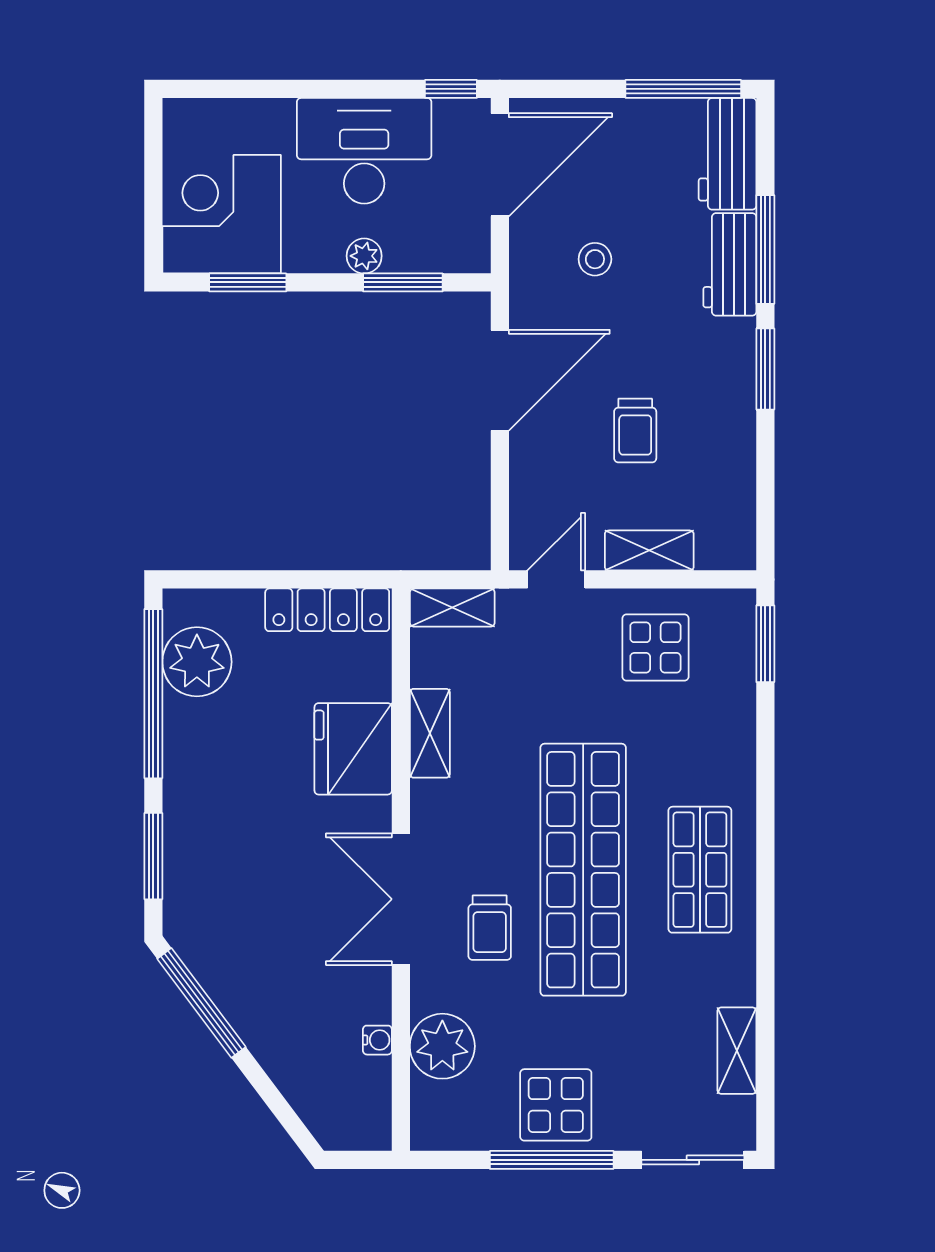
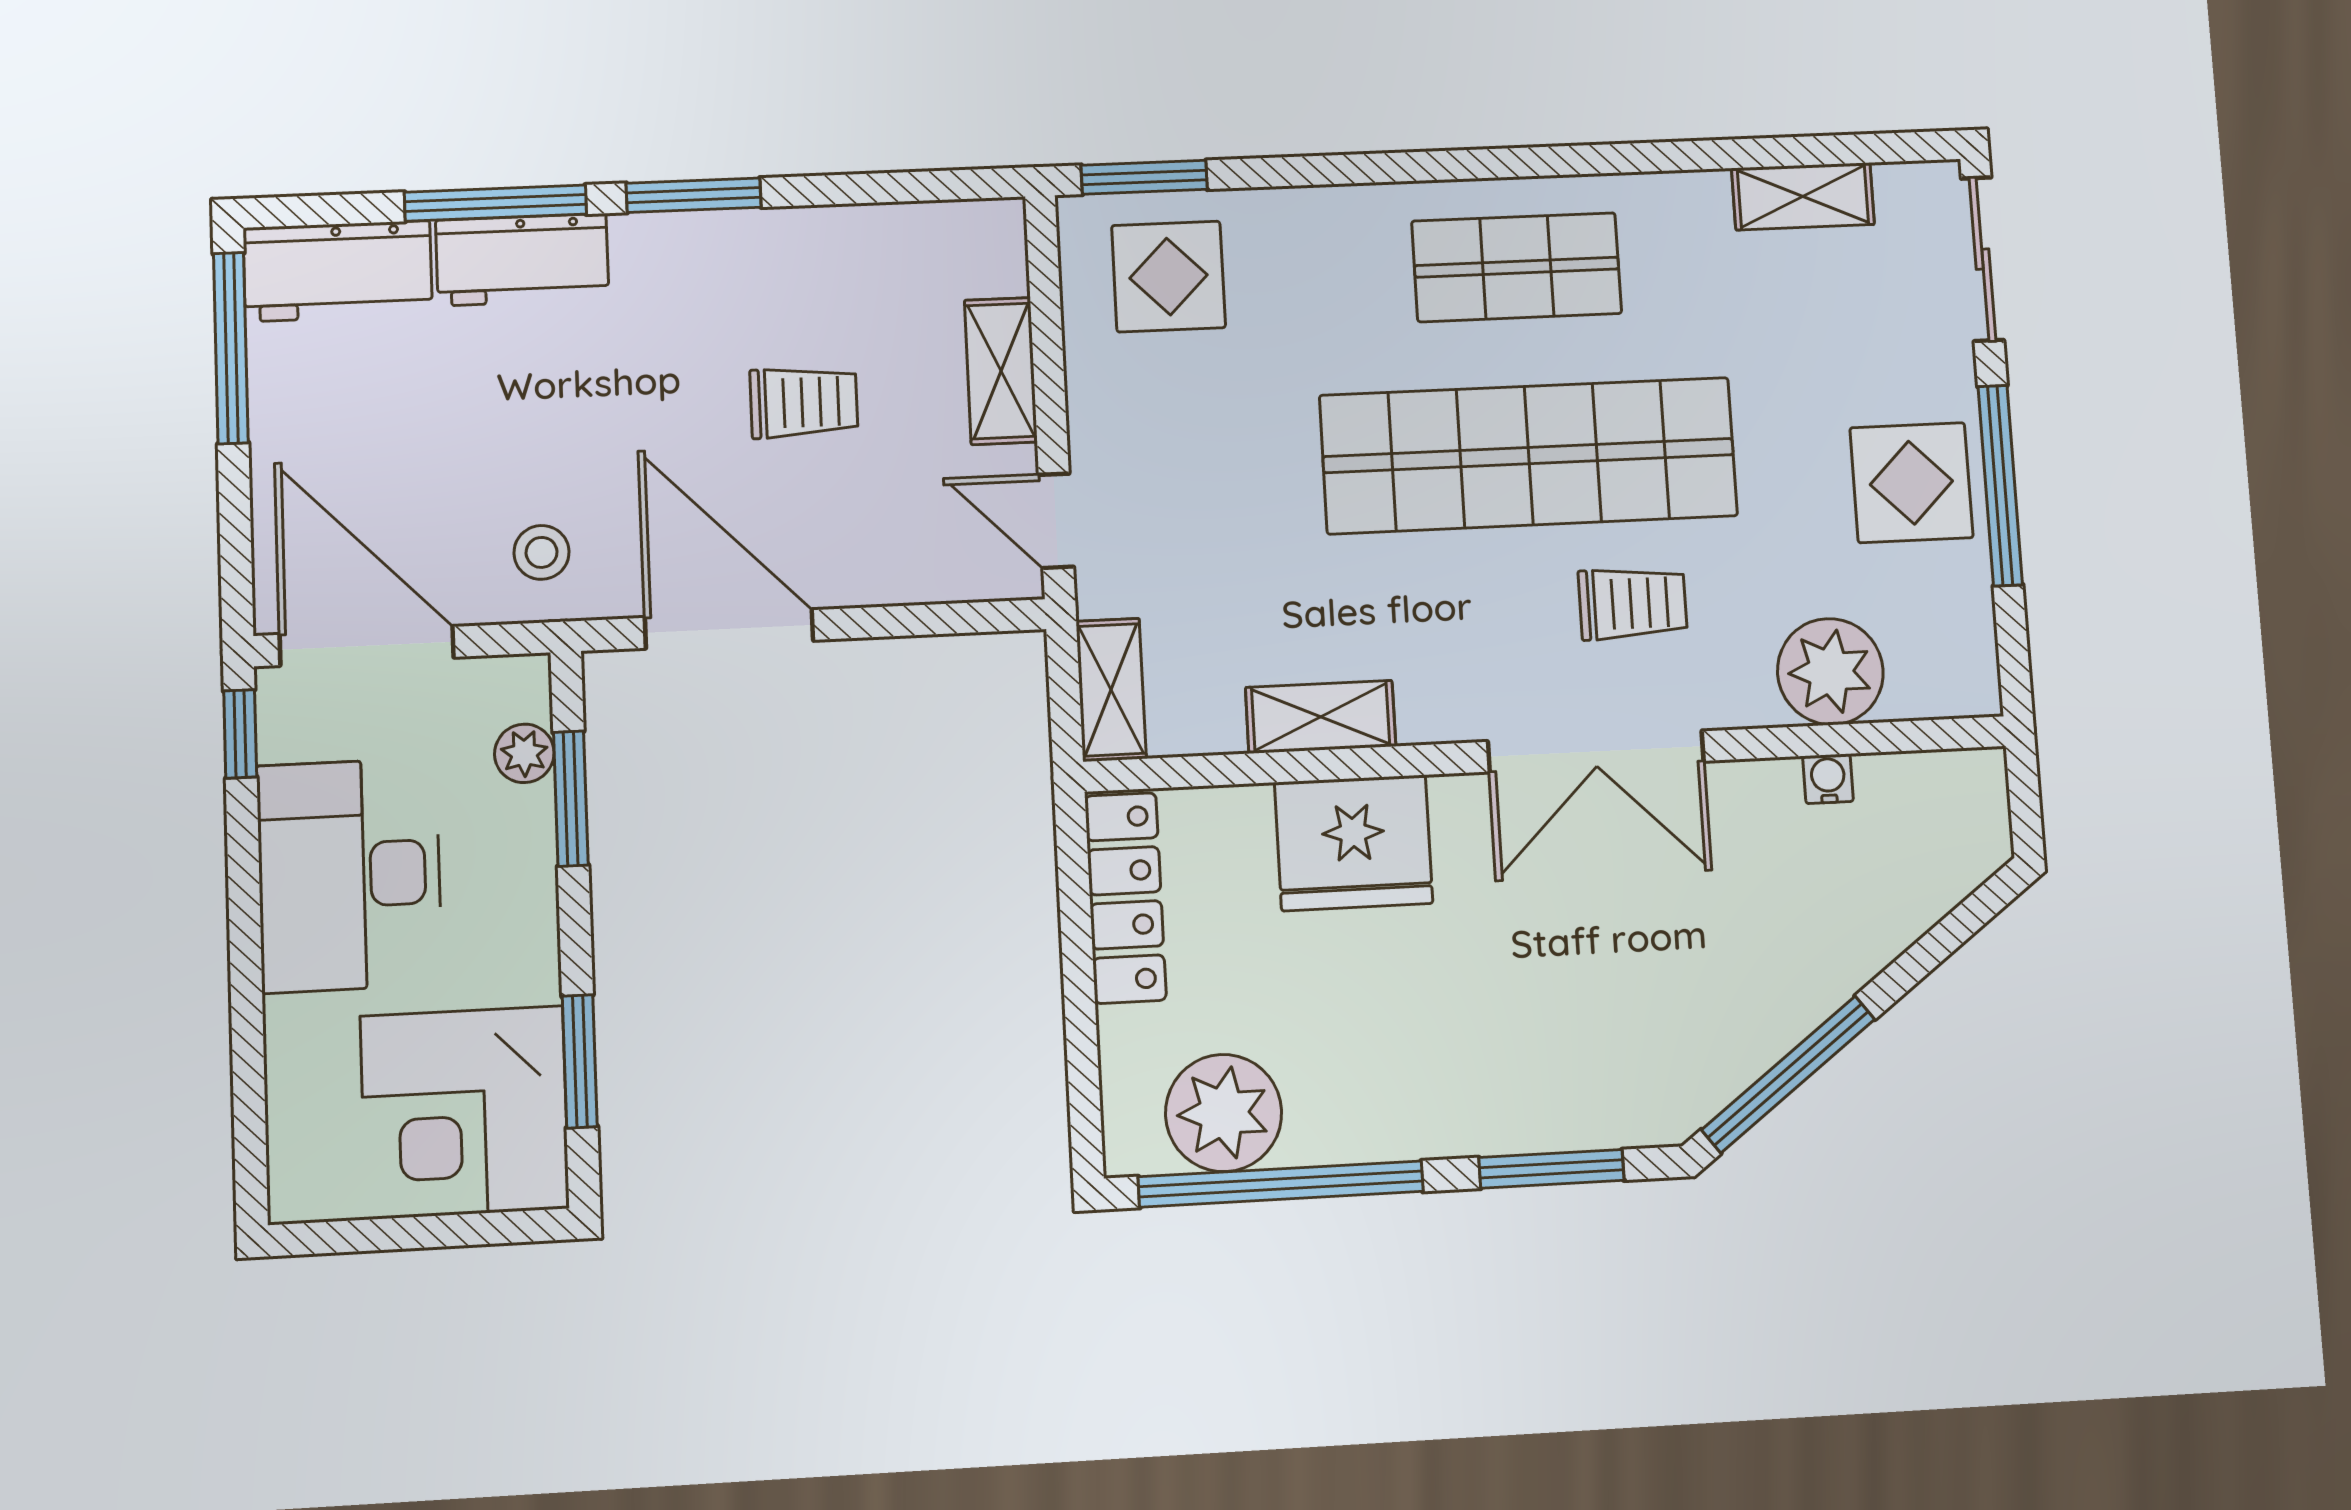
plant: (364, 256) -> (524, 753), moved
stool: (595, 259) -> (542, 552), moved
display table: (655, 648) -> (1168, 277), moved

